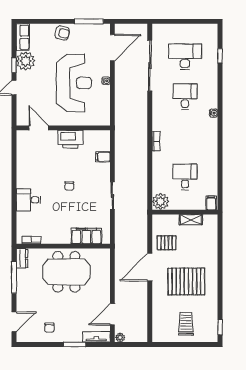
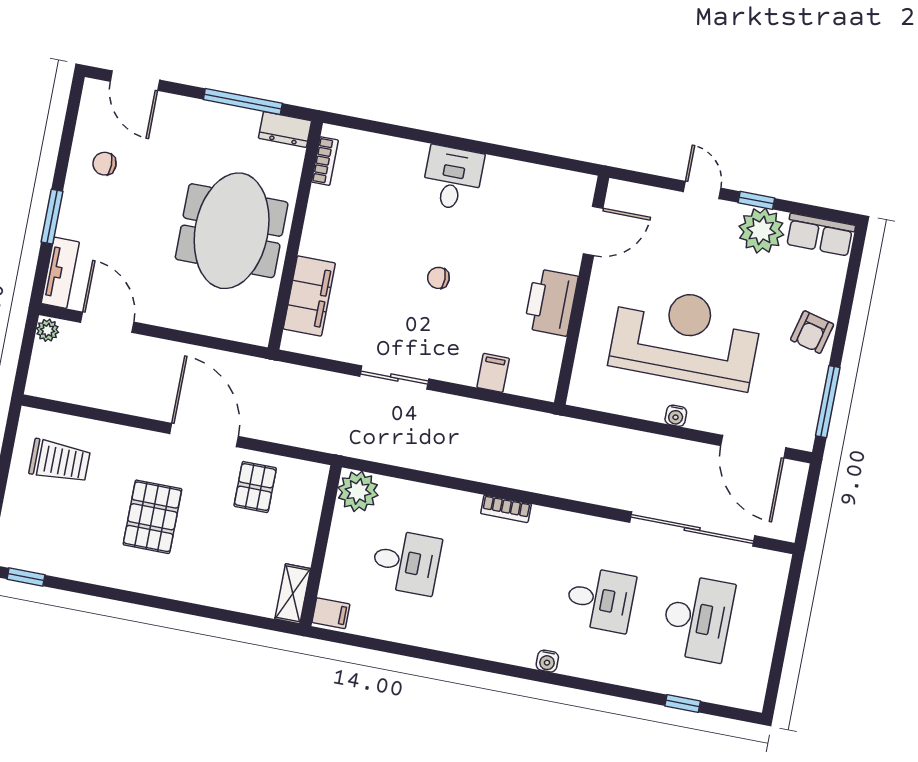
reception desk: (74, 83) -> (686, 337), turned 180
desk: (28, 200) -> (453, 178), moved
shelving: (191, 220) -> (293, 594), moved
pallet: (186, 281) -> (152, 517), width x0.73, depth x0.71
trolley: (186, 324) -> (60, 461), moved

